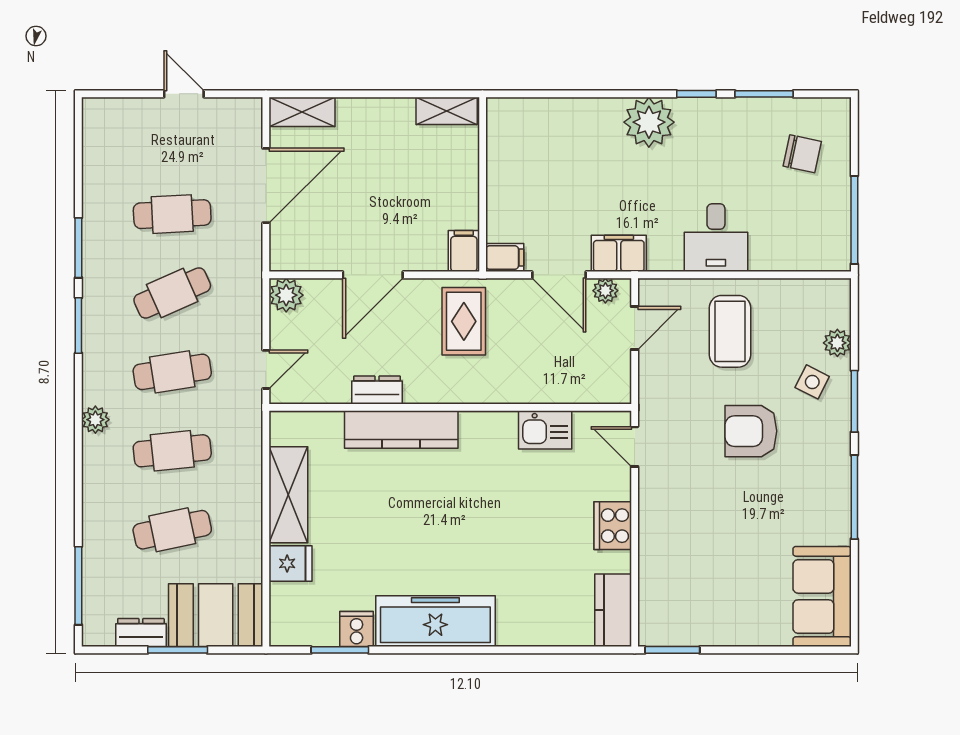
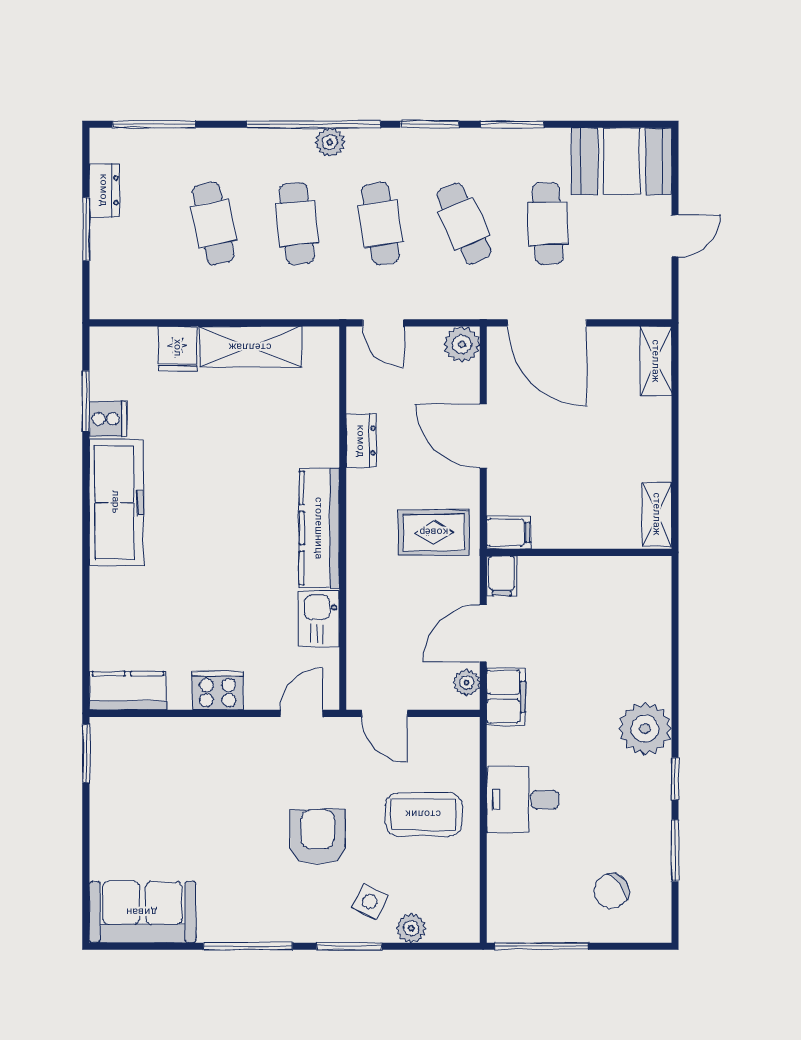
chair: (802, 154) -> (612, 891), turned 41
door: (266, 186) -> (547, 323), moved
door: (635, 328) -> (384, 713), moved
kitchen counter: (401, 430) -> (319, 528), moved
window: (78, 435) -> (314, 124), added
booth: (216, 615) -> (622, 161), moved, turned 90

